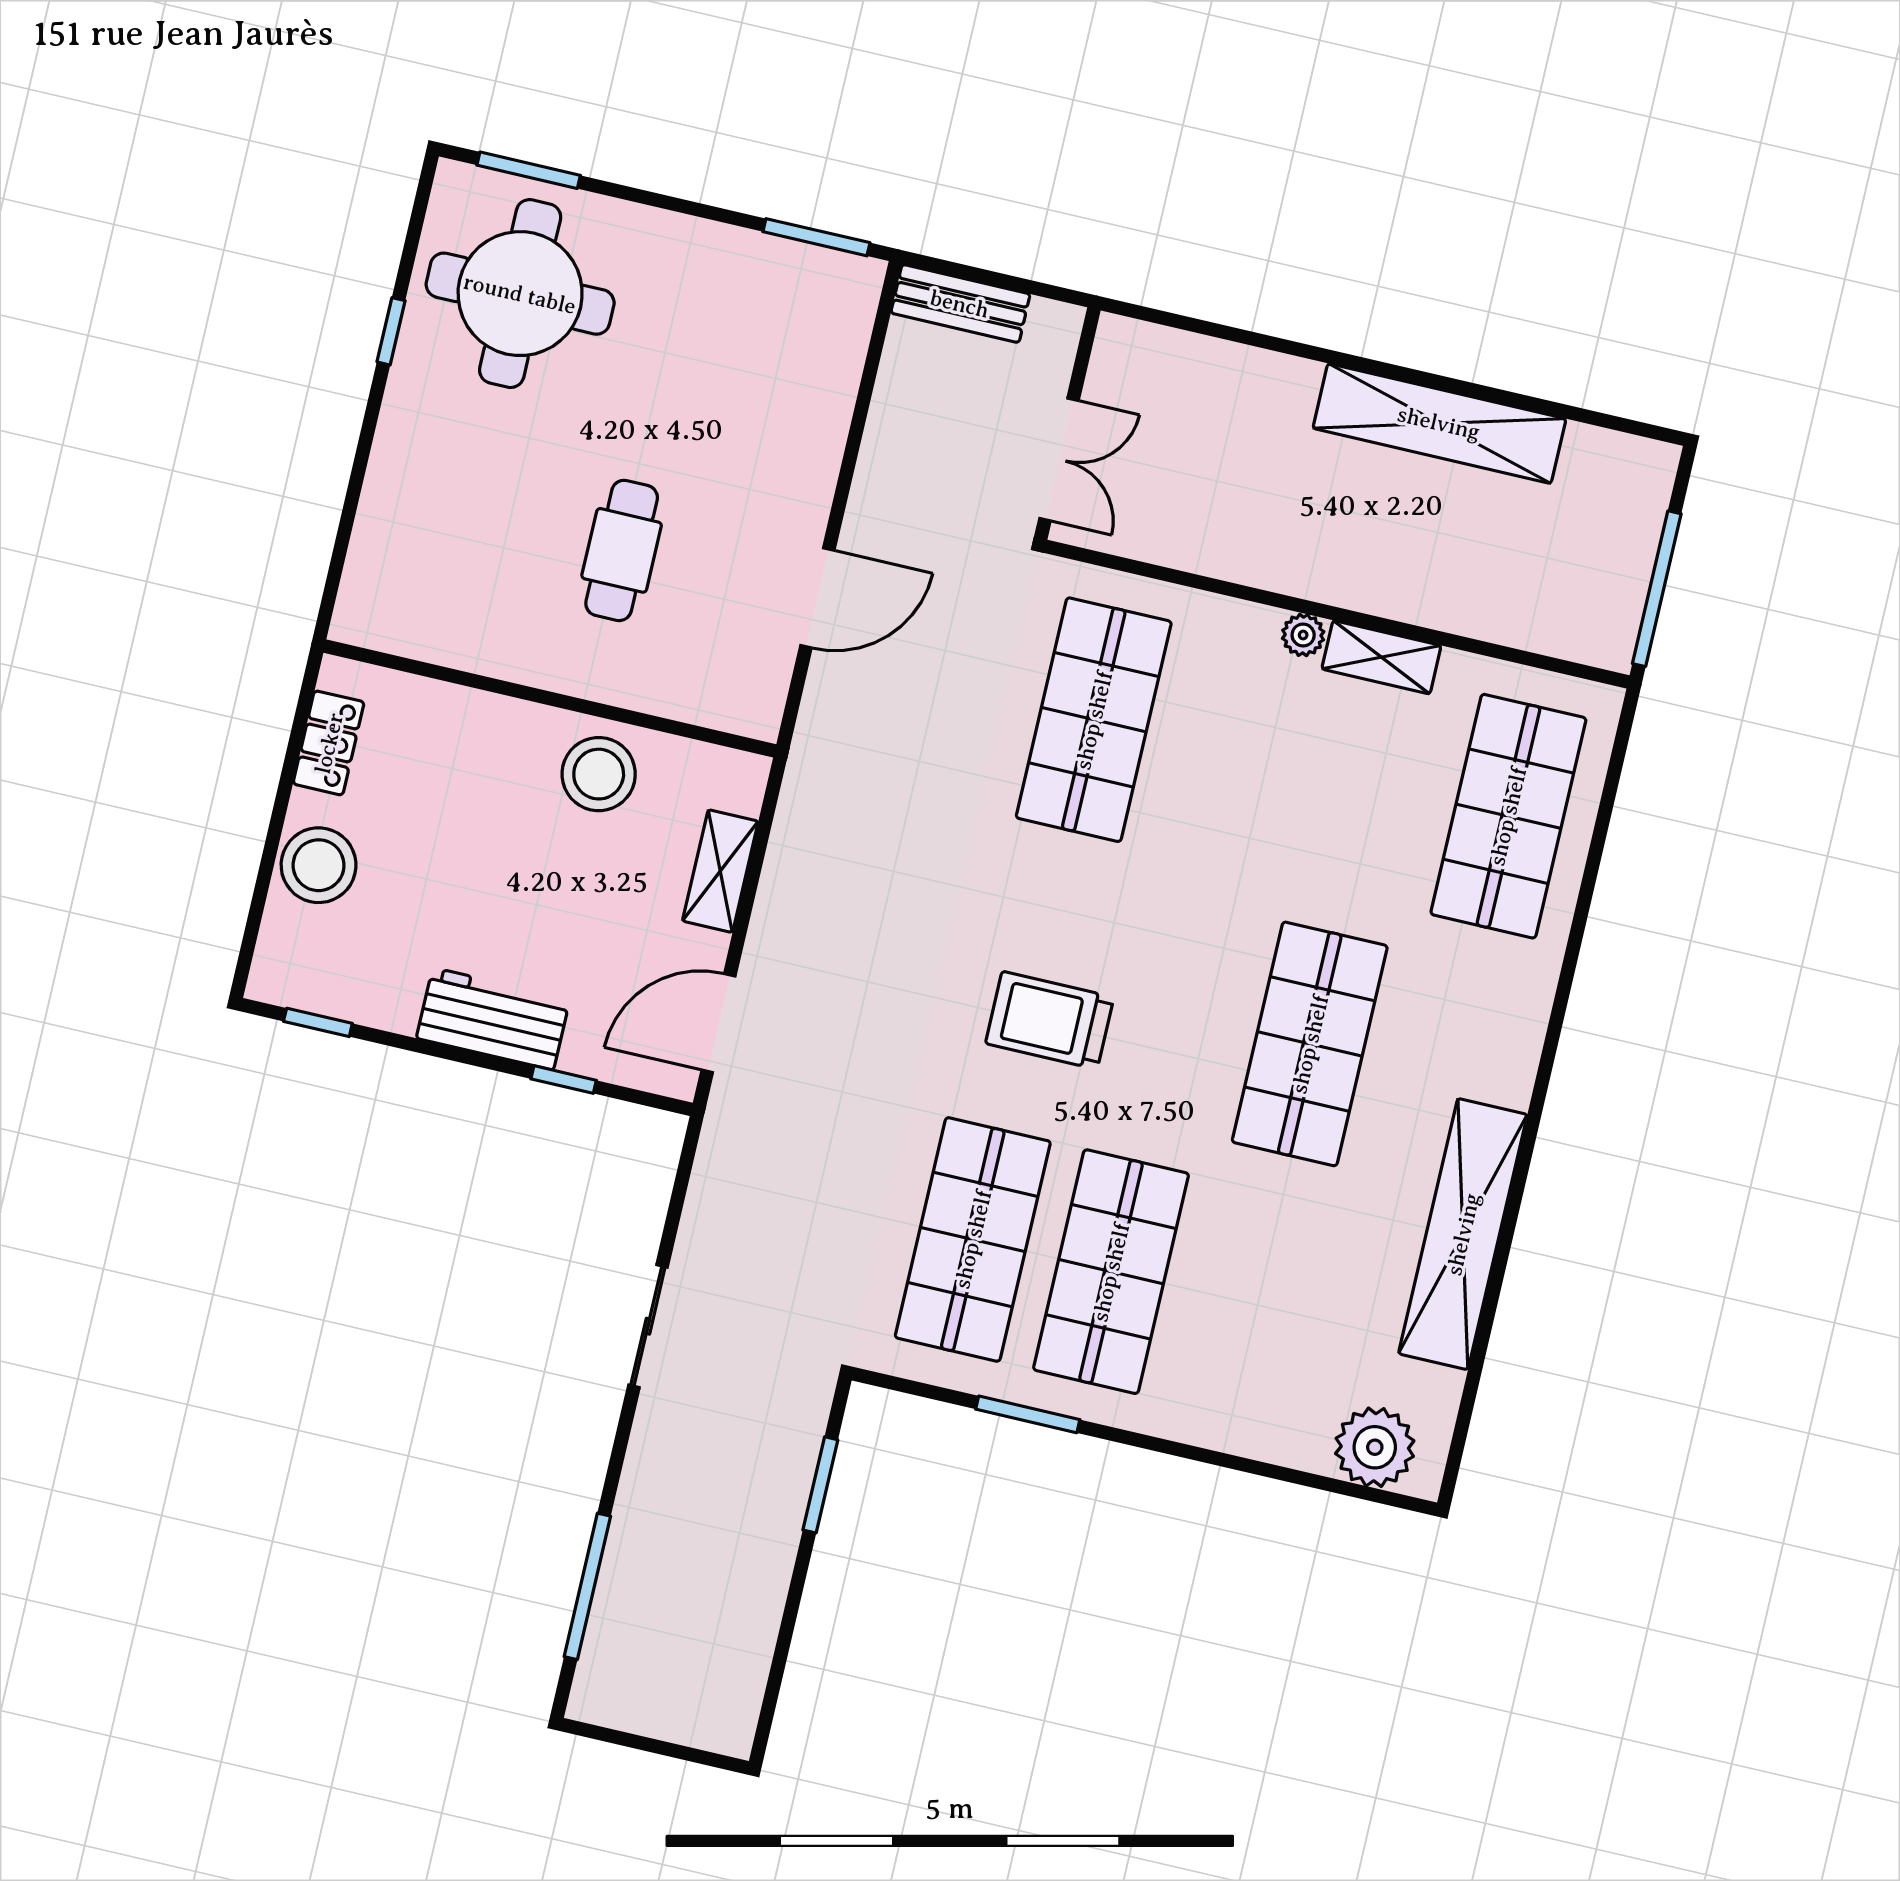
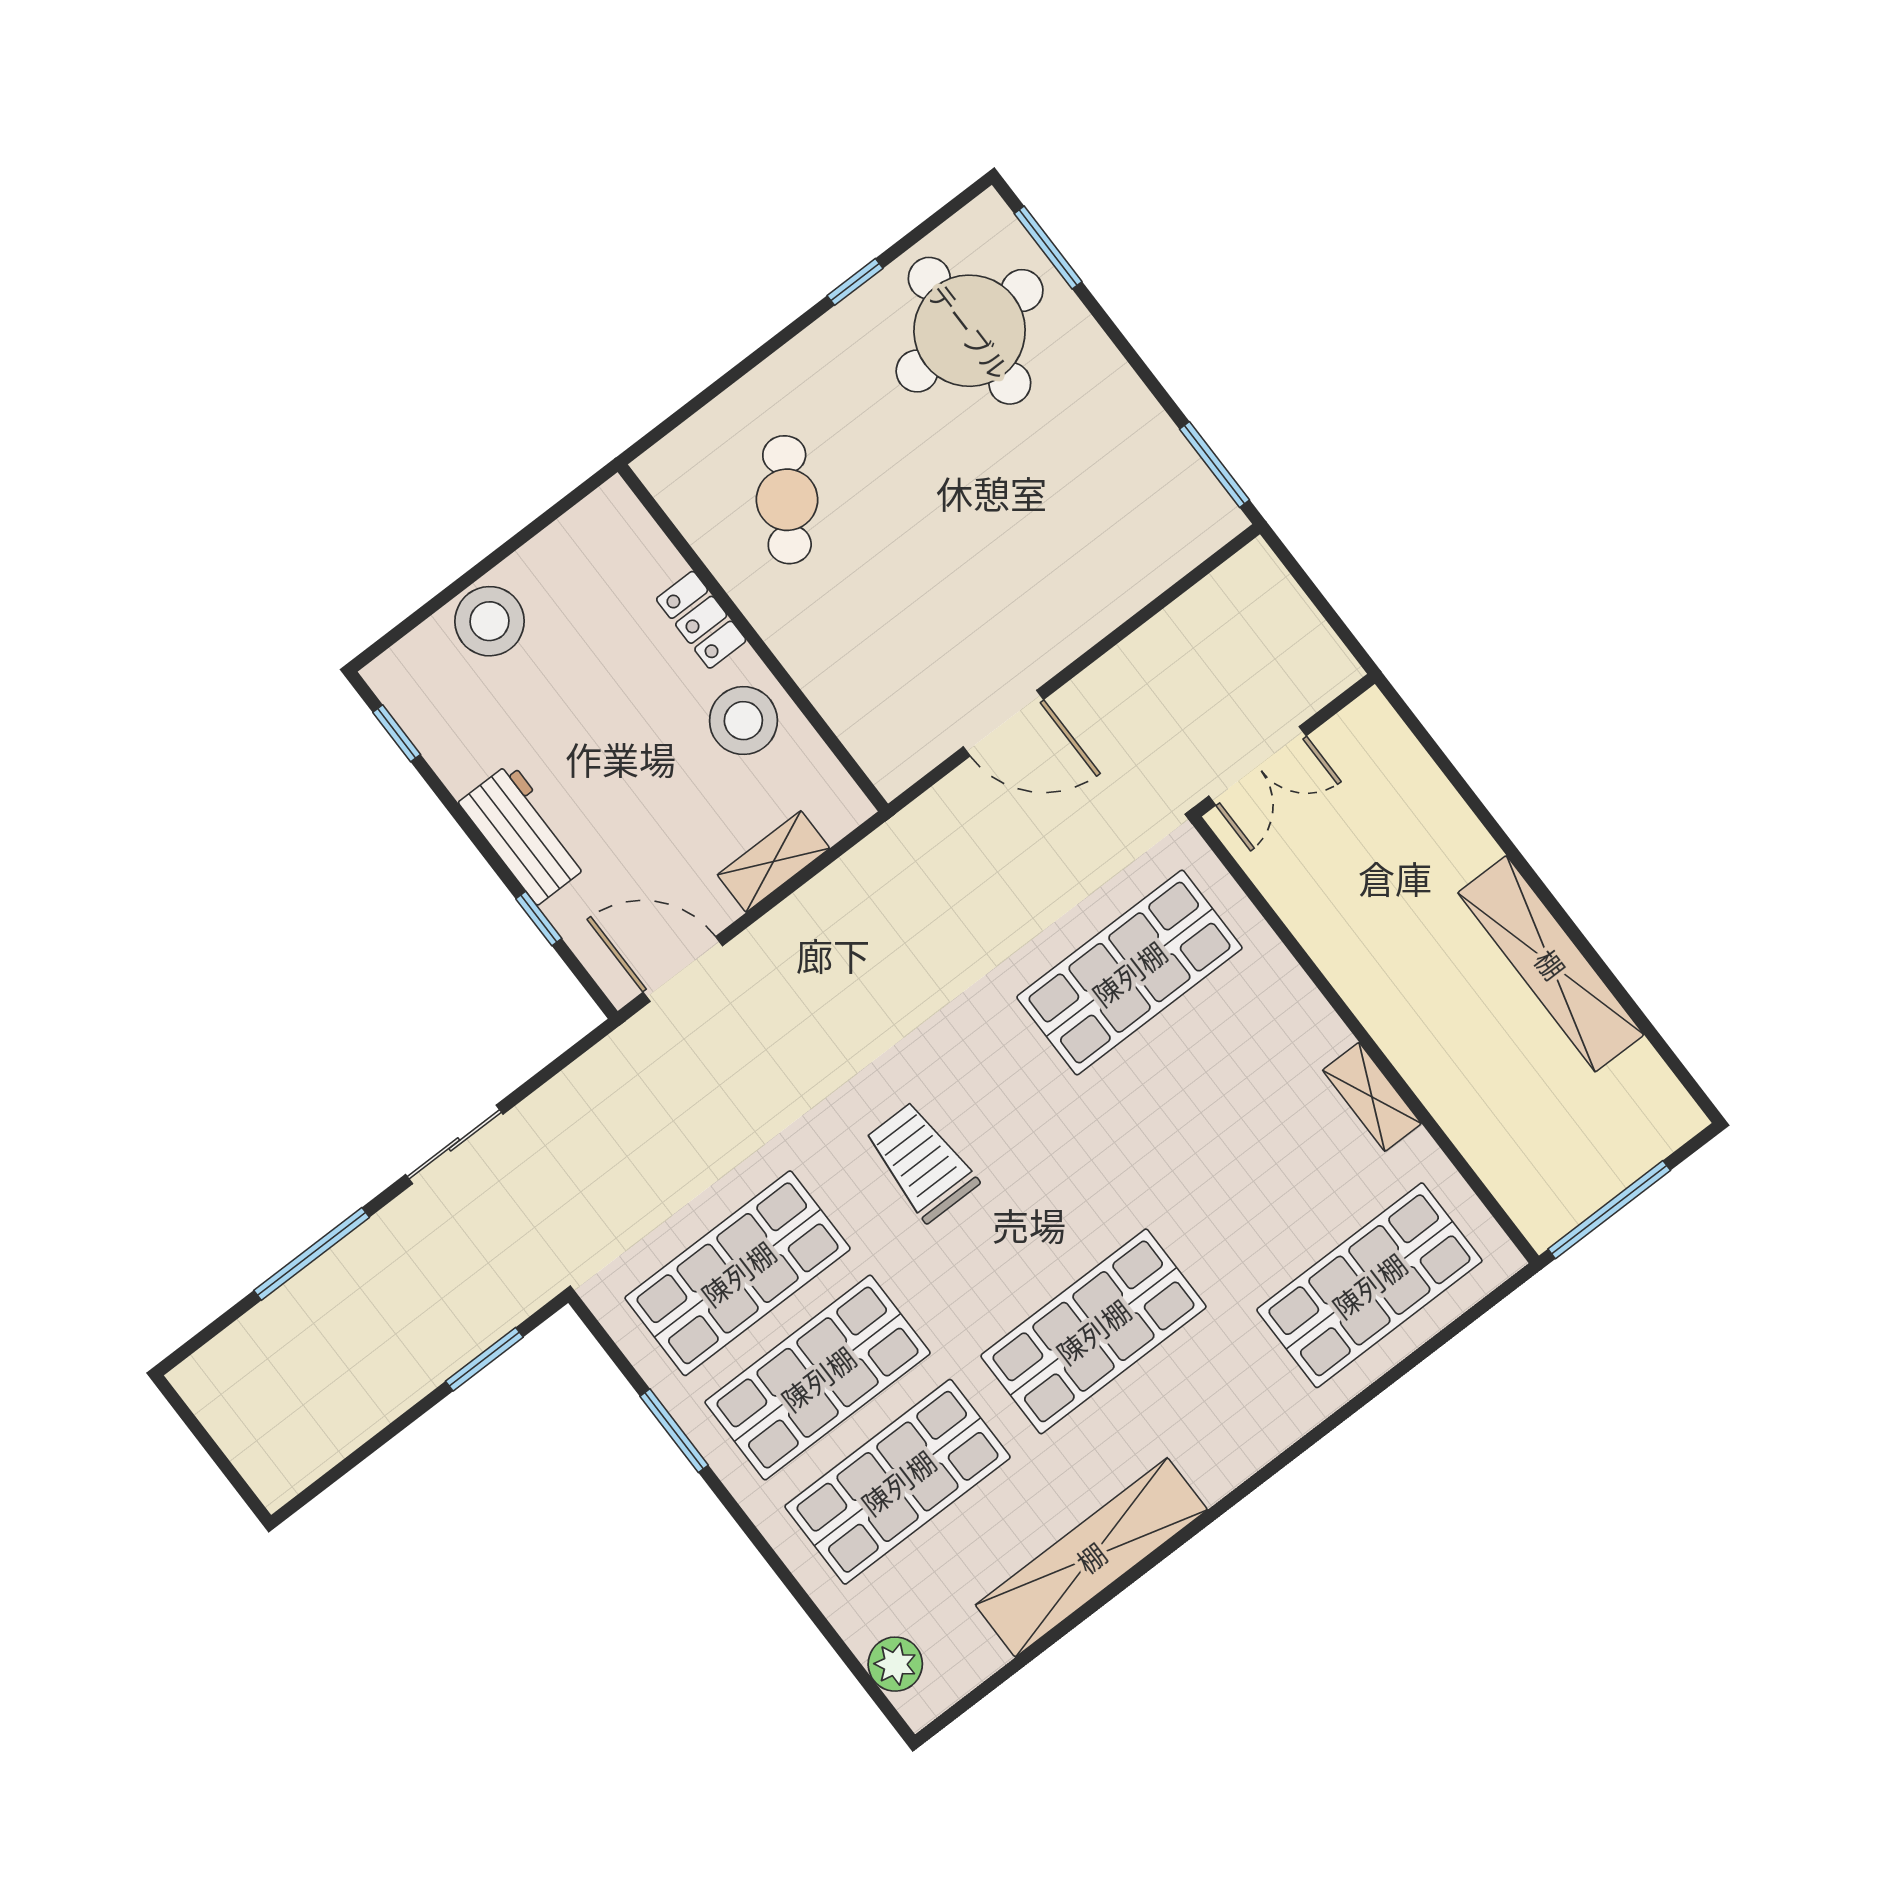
bench: (960, 304) -> (1279, 597), removed
cafe table: (622, 550) -> (787, 500), moved, turned -56
plant: (1303, 635) -> (1329, 1035), removed
locker: (329, 743) -> (701, 620), moved, turned 90
shop shelf: (1249, 1304) -> (898, 1482), added
plant: (1375, 1447) -> (895, 1664), width x0.73, depth x0.73
window: (587, 1586) -> (312, 1254), moved

